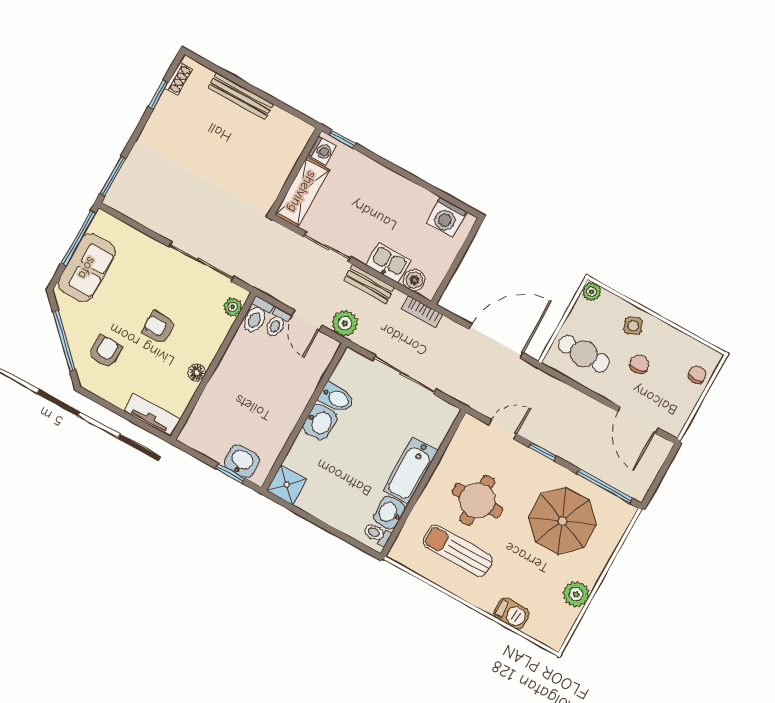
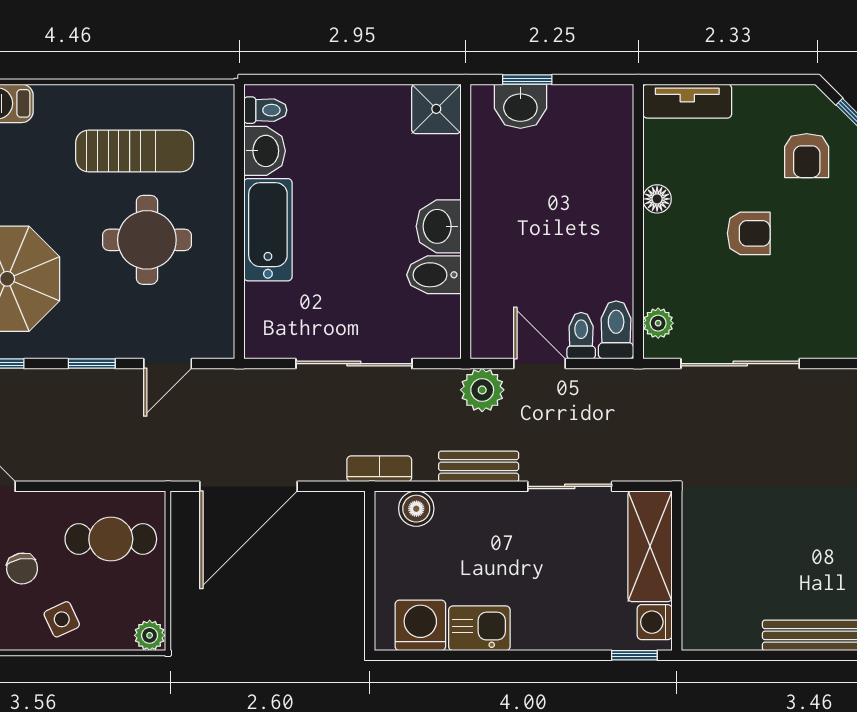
kitchen sink: (388, 263) -> (479, 628), moved, turned 180

